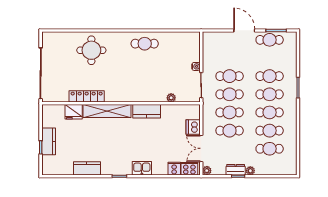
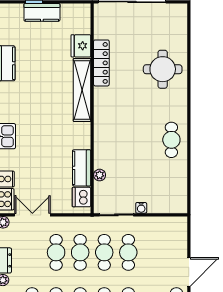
kitchen counter: (147, 111) -> (82, 168), moved
dishwasher: (193, 127) -> (81, 197), moved, turned -90

